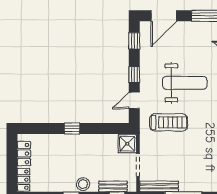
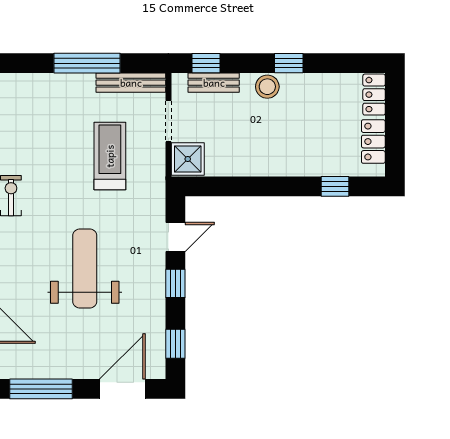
weight bench: (185, 83) -> (85, 269), turned 90
treadmill: (169, 122) -> (110, 156), moved, turned 90
window: (72, 129) -> (335, 186), moved

